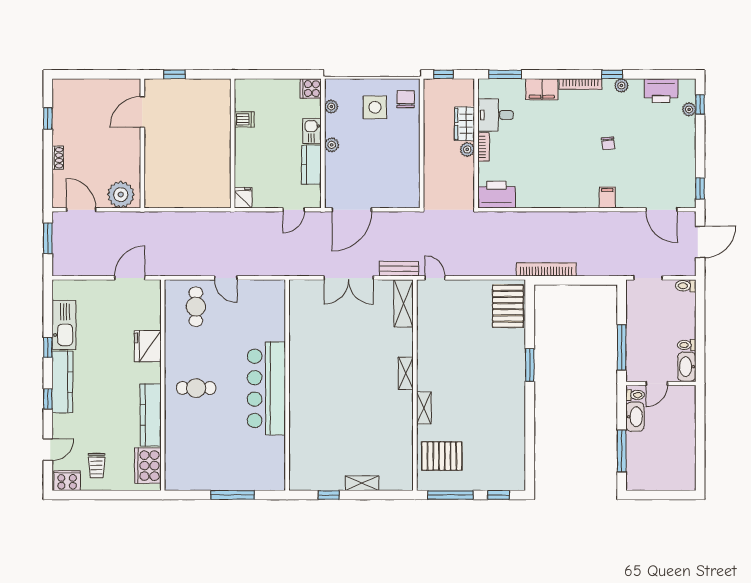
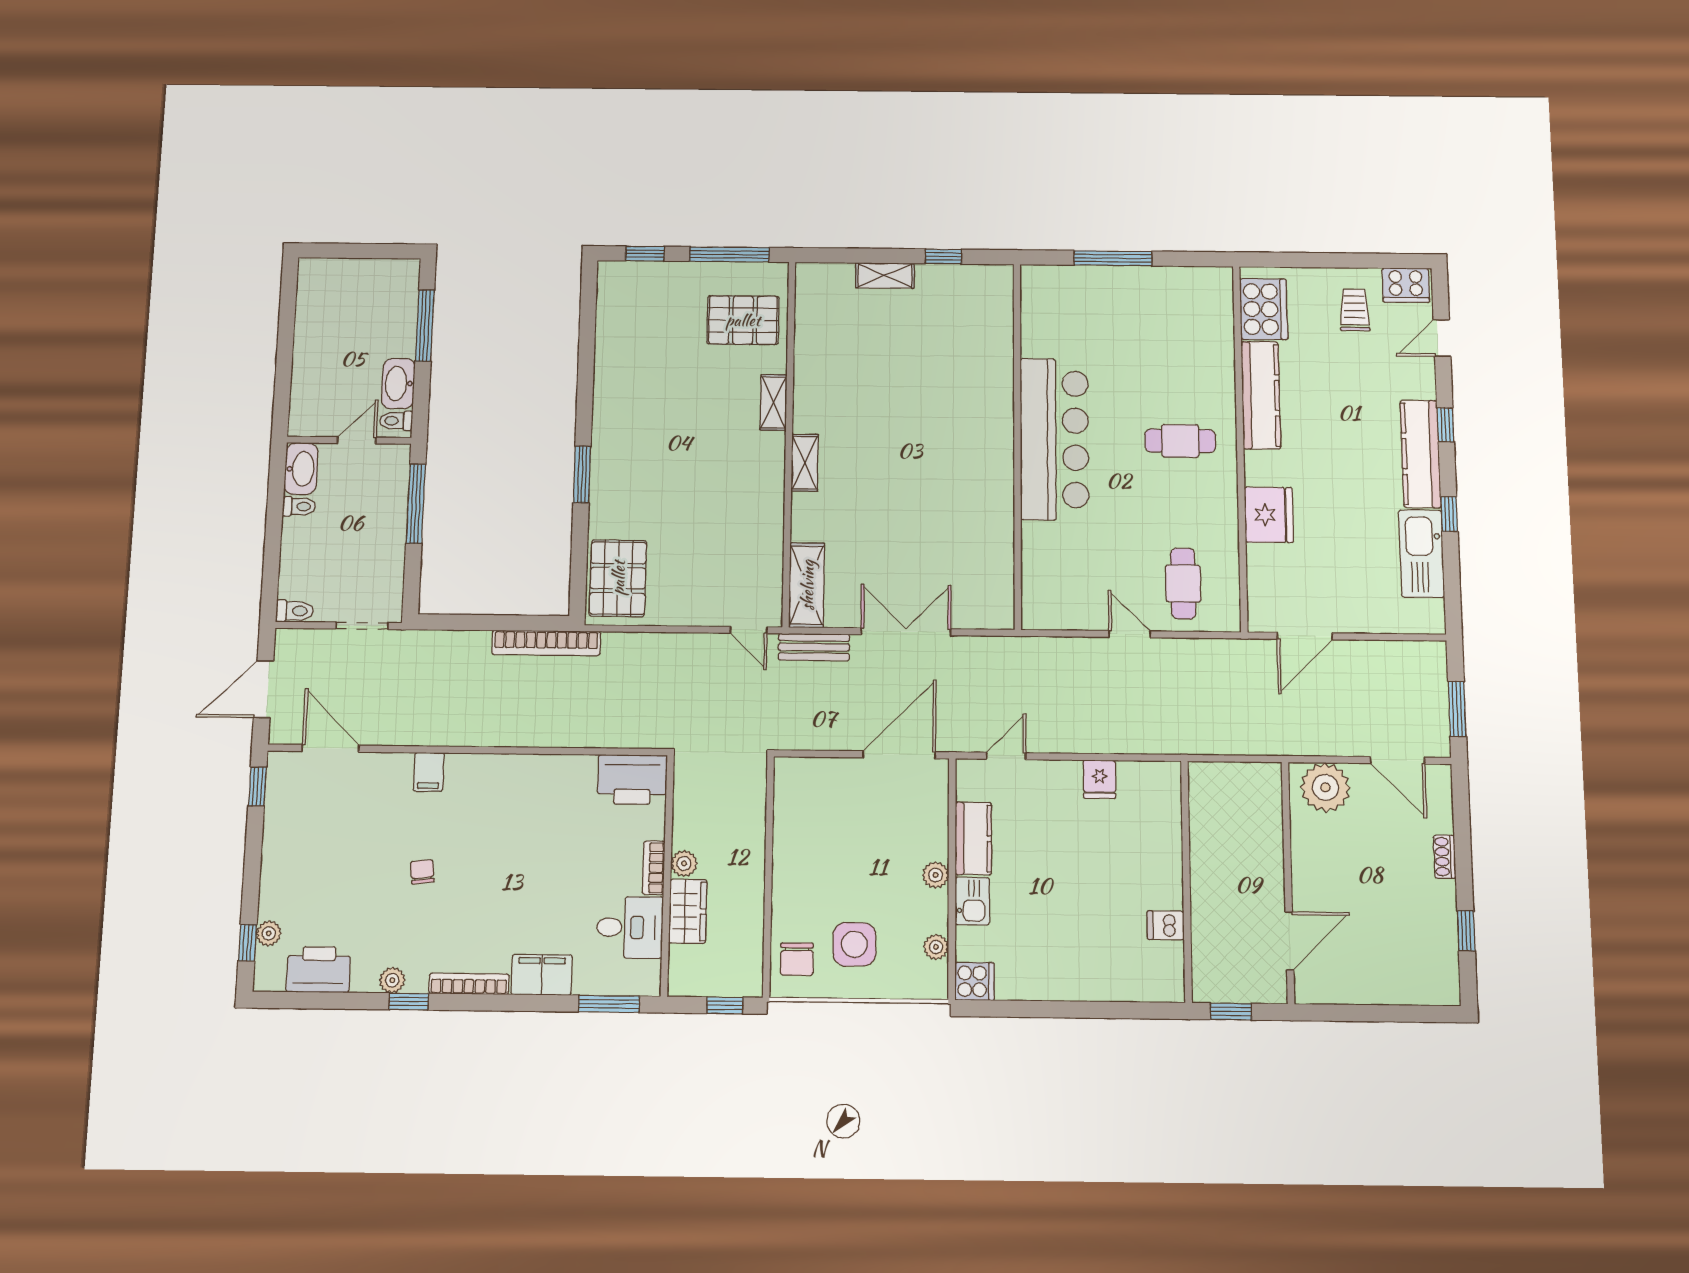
dishwasher: (244, 119) -> (1166, 925), moved
wall: (233, 143) -> (1186, 881), moved

